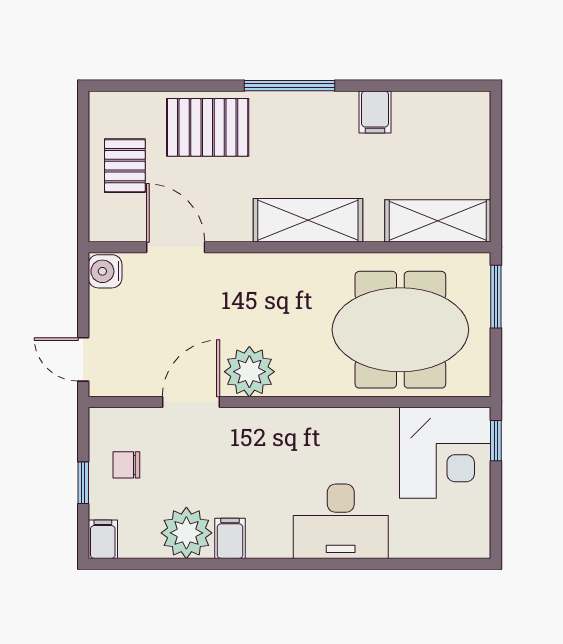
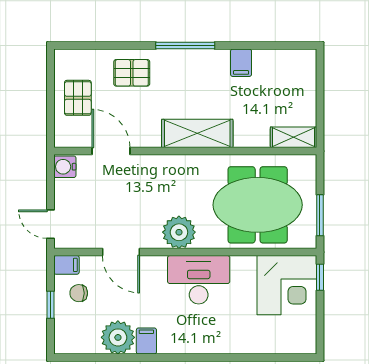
pallet: (208, 127) -> (132, 73), width x0.67, depth x0.71
shelving: (438, 221) -> (294, 137), width x0.67, depth x0.75
window: (496, 297) -> (320, 215), moved
plant: (249, 372) -> (179, 232), moved
door: (191, 402) -> (121, 252), swing flipped
desk: (341, 521) -> (199, 280), moved, turned 180
filing cabinet: (103, 539) -> (67, 265), moved, turned 90

